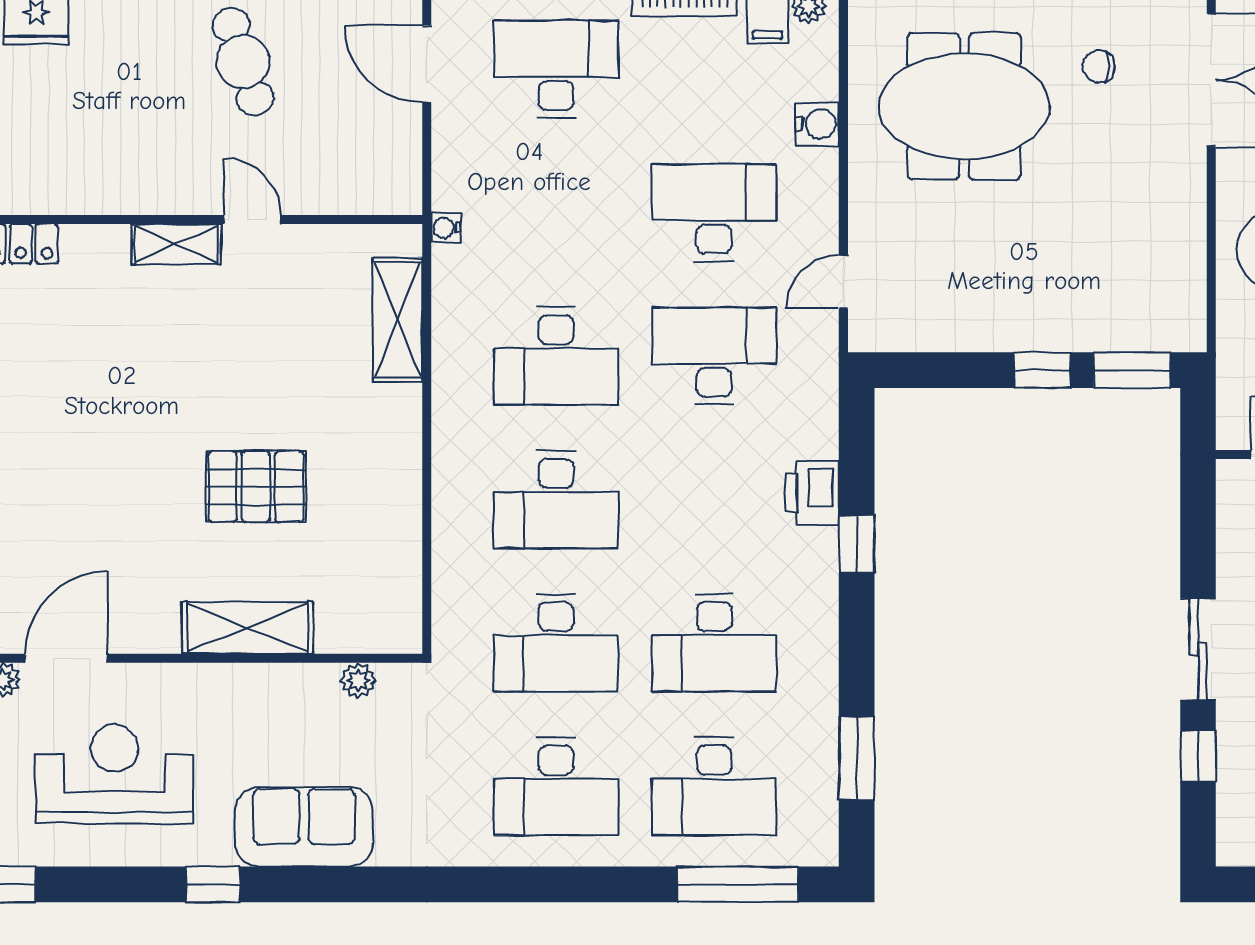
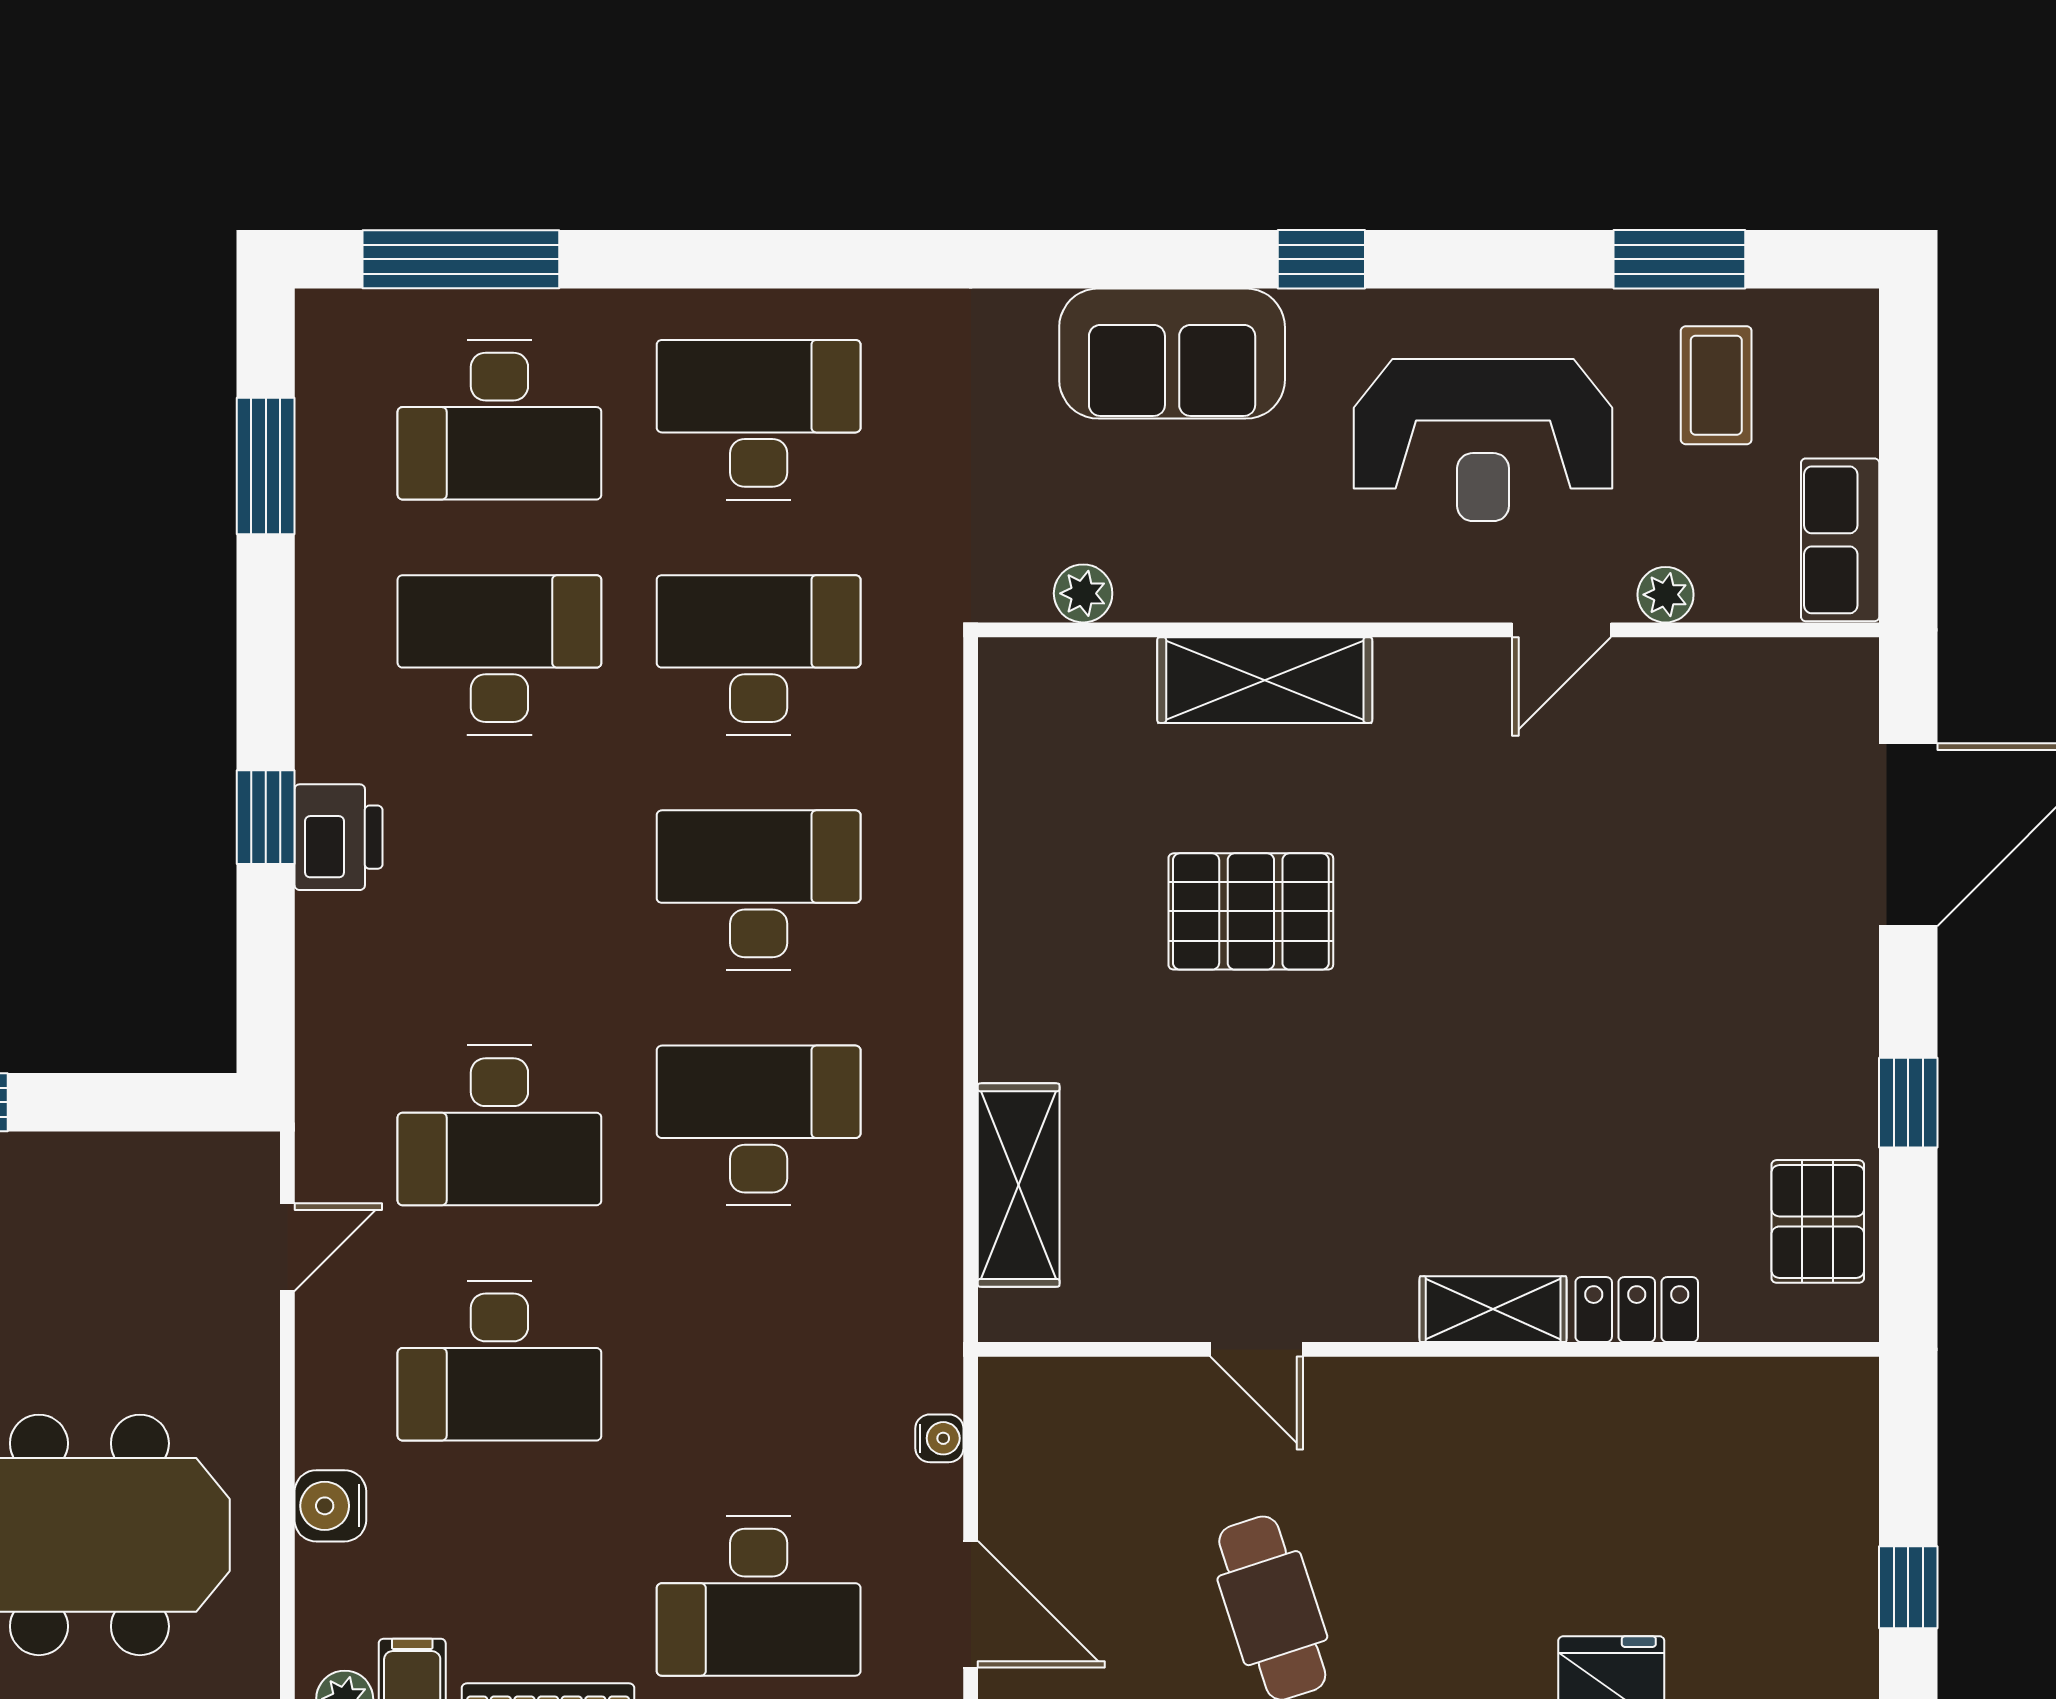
water cooler: (446, 228) -> (939, 1438), moved
shelving: (176, 244) -> (1493, 1309), moved
printer: (812, 493) -> (339, 837), moved
door: (66, 658) -> (1562, 630), width x0.73
desk: (714, 786) -> (499, 420), turned 180

